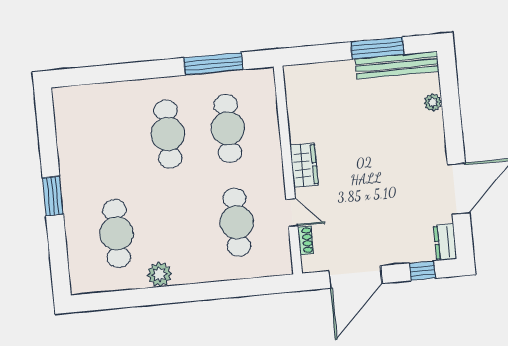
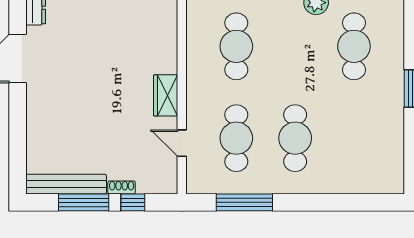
window: (327, 53) -> (133, 202), added
plant: (433, 102) -> (35, 145), removed
door: (292, 213) -> (182, 143), moved
shoe rack: (306, 240) -> (122, 187), moved, turned 90

